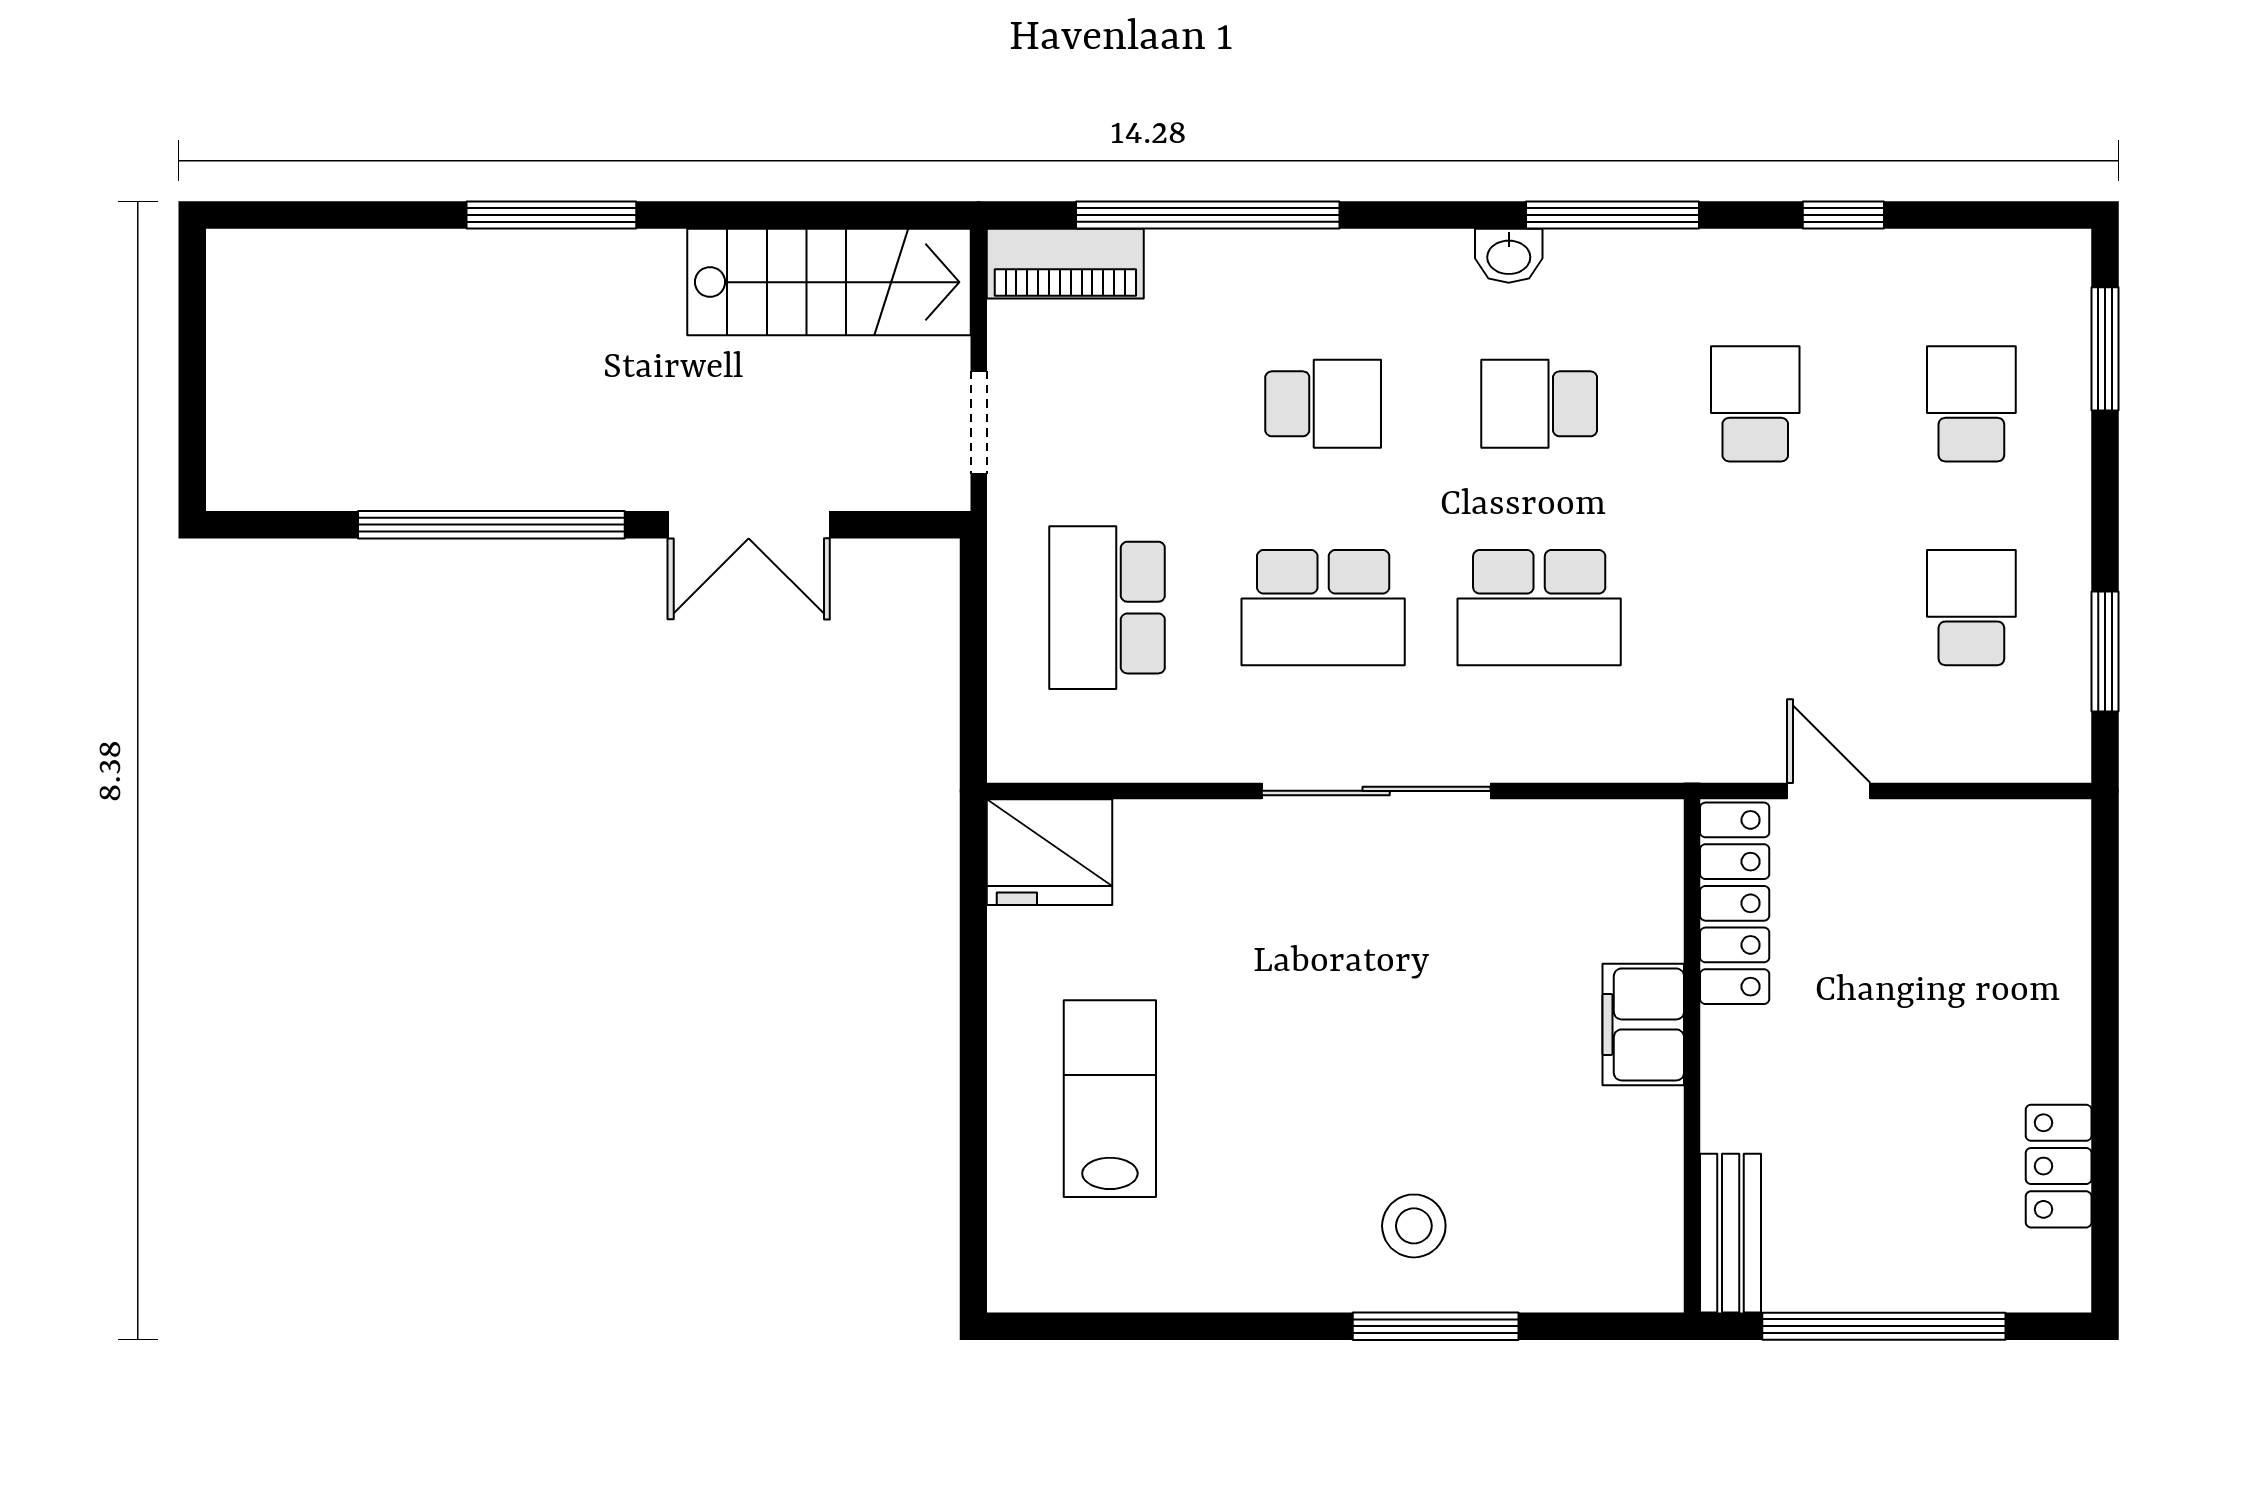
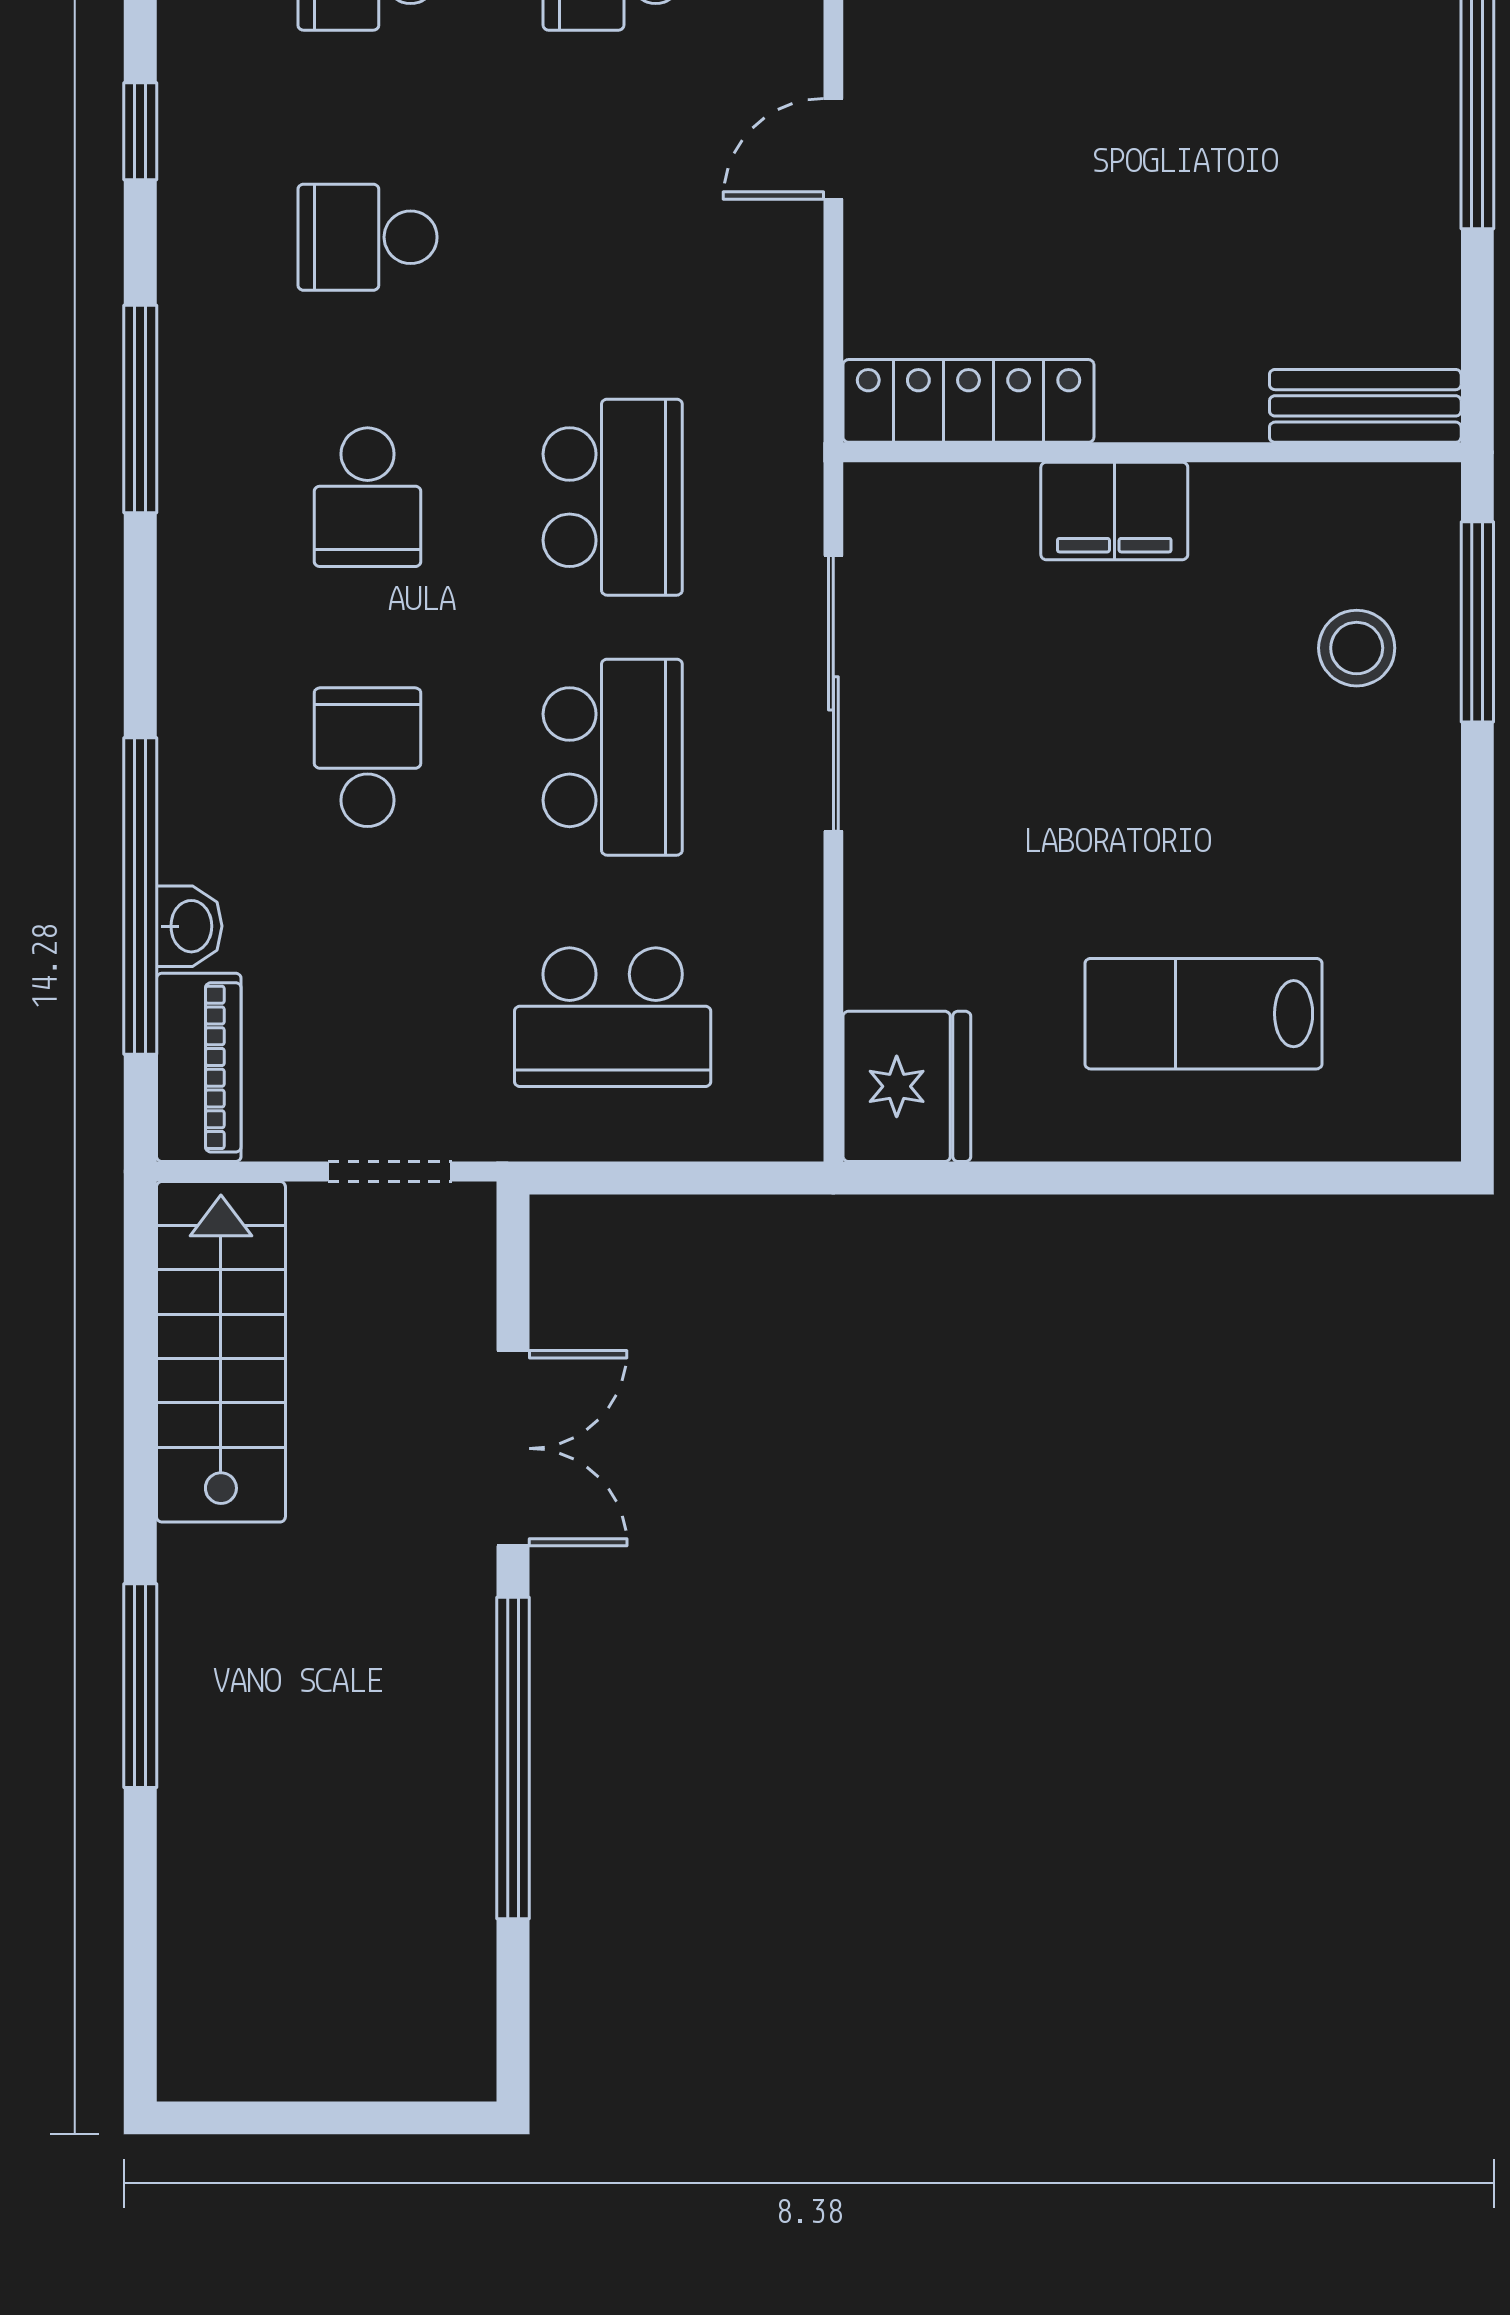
washbasin: (1509, 256) -> (189, 926), moved
locker: (1735, 903) -> (968, 401), moved
filing cabinet: (1643, 1024) -> (1114, 511), moved
wall: (1692, 1056) -> (1152, 452), moved
bench: (1731, 1233) -> (1365, 406), moved

